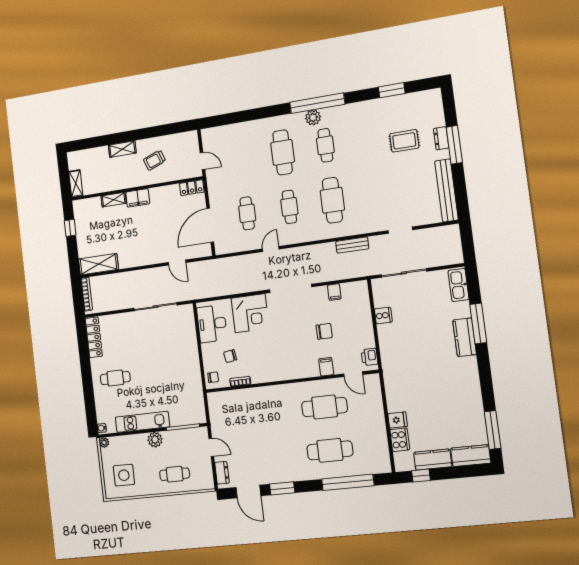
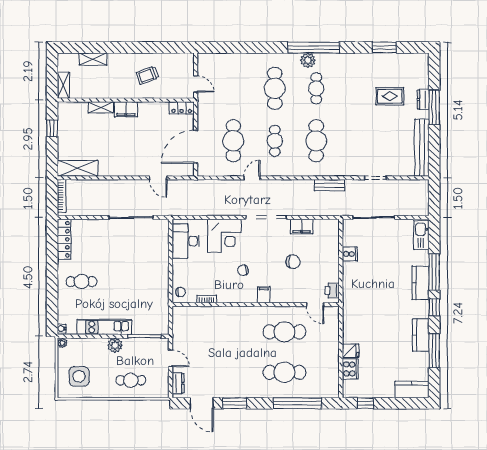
shelving: (122, 149) -> (93, 59), moved
cafe table: (247, 213) -> (233, 141), width x1.37, depth x1.35
filing cabinet: (334, 292) -> (302, 226), width x2.00
chair: (230, 356) -> (243, 270), moved
window: (483, 362) -> (434, 307), added
filing cabinet: (326, 367) -> (264, 295), moved
window: (493, 430) -> (434, 351), moved
kitchen counter: (433, 460) -> (421, 335), moved, turned -90

